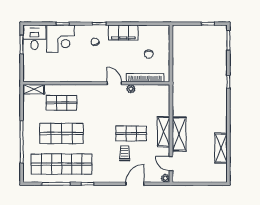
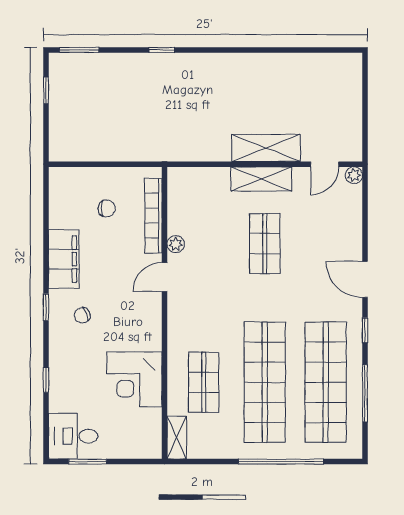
corner desk: (61, 39) -> (134, 379), moved, turned 180
shop shelf: (61, 133) -> (265, 382), width x1.40
shelving: (221, 148) -> (294, 65), removed
trolley: (125, 153) -> (304, 256), removed
door: (135, 184) -> (365, 279), moved

